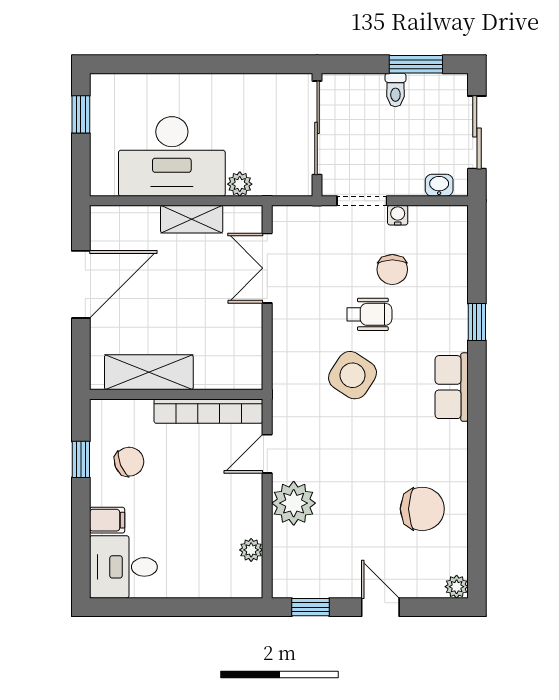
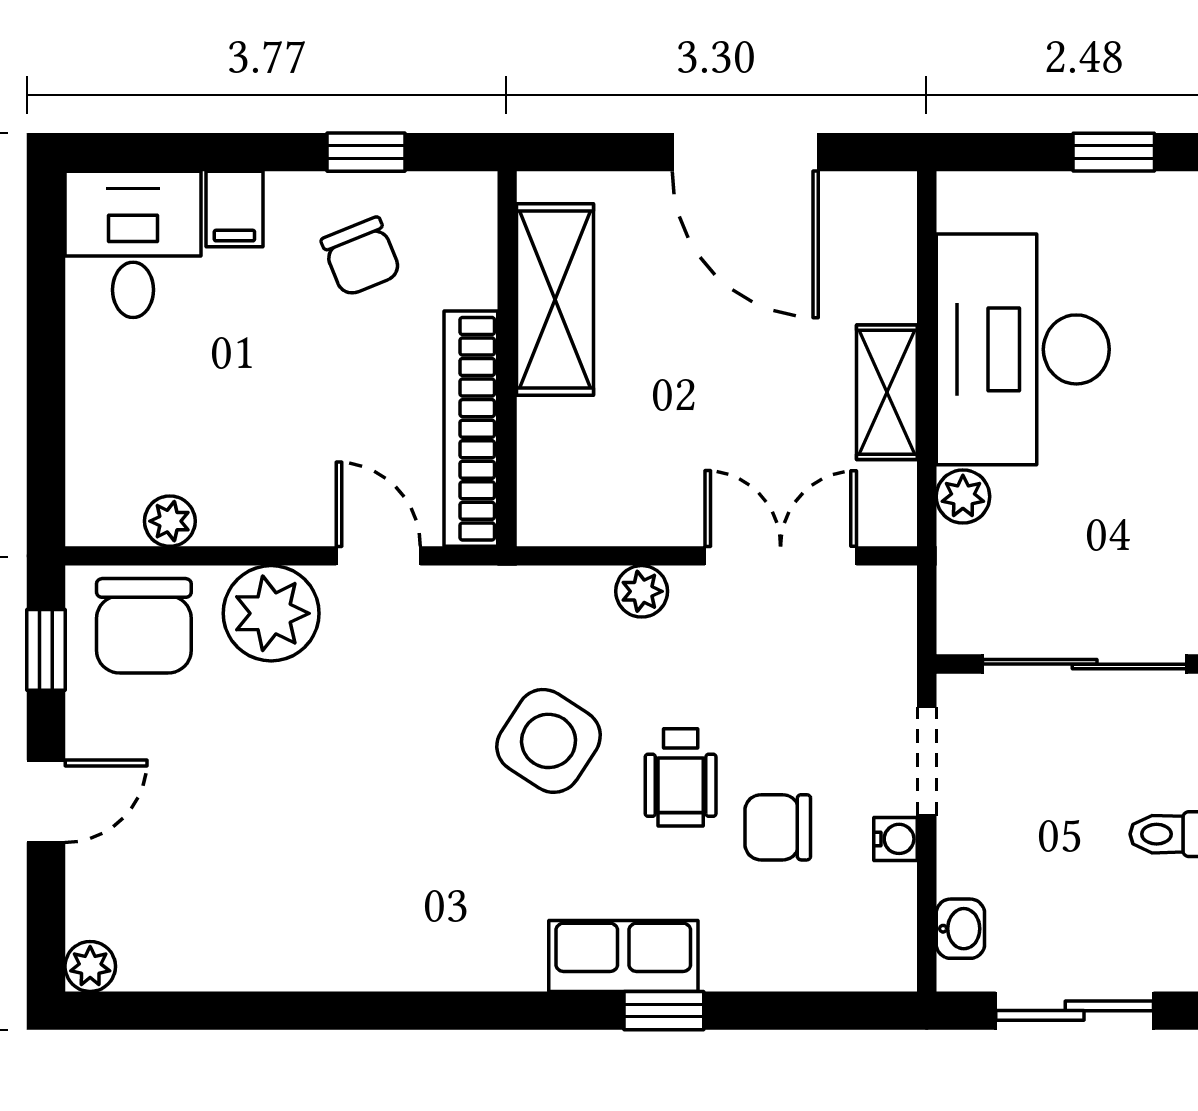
plant: (283, 332) -> (642, 591), added
row of seats: (452, 387) -> (623, 956), moved
chair: (422, 509) -> (144, 626), moved

